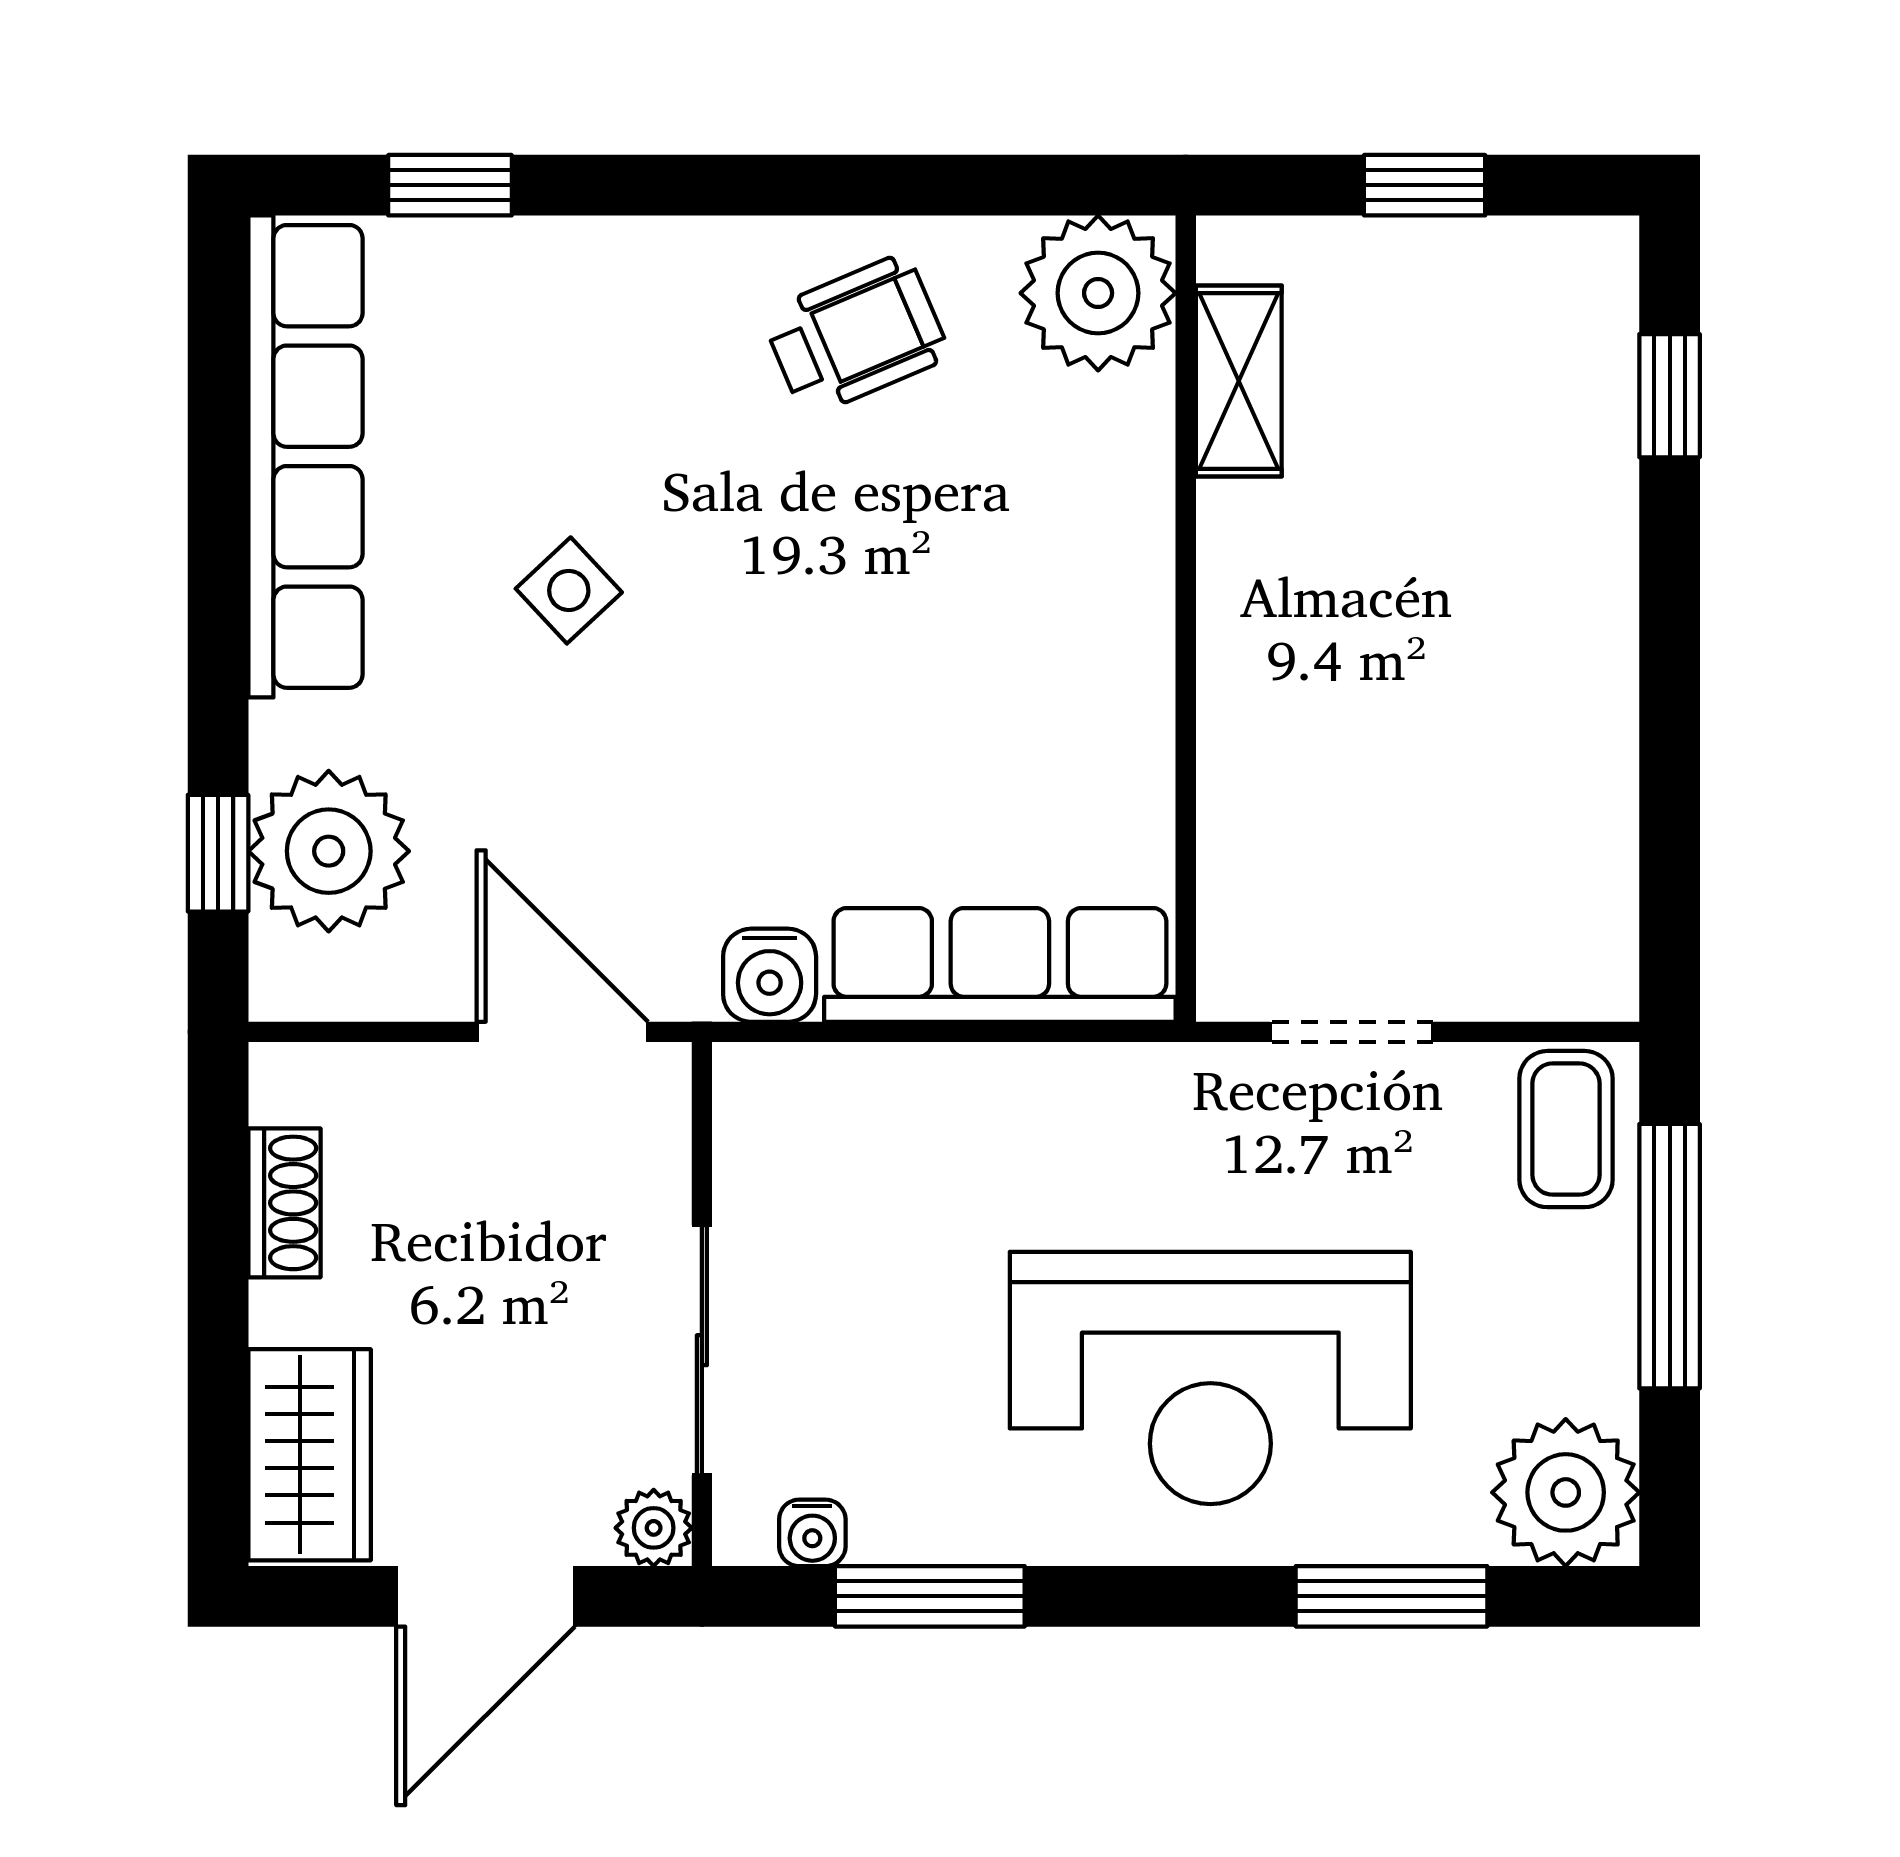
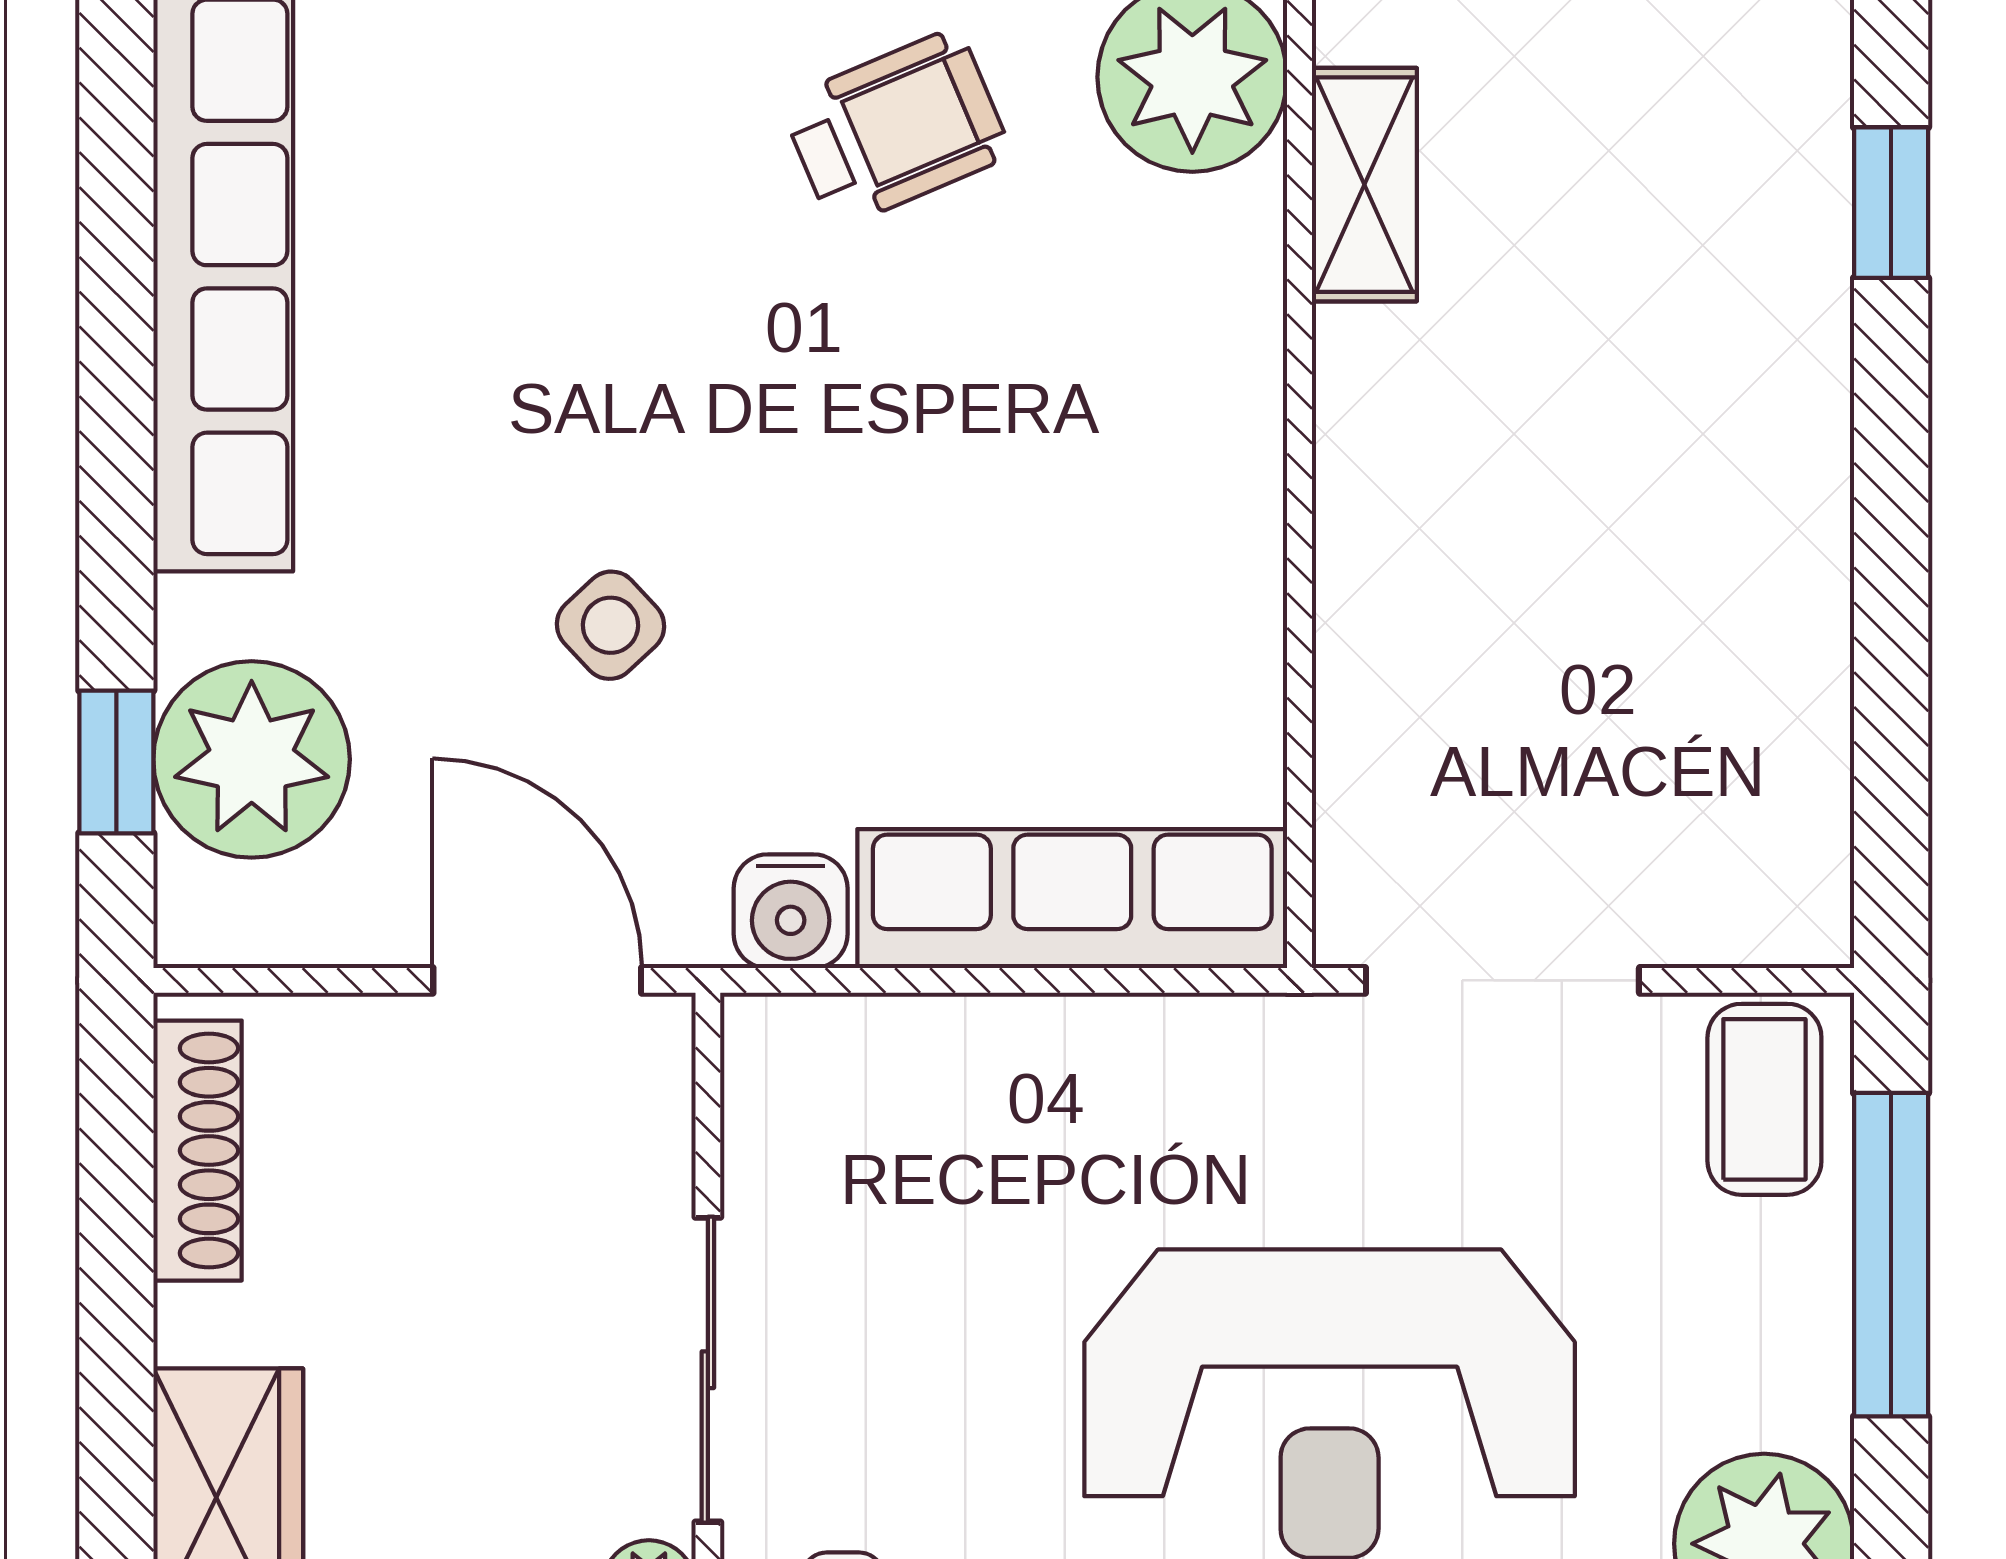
side table: (569, 590) -> (611, 625), moved
doorway: (1352, 1032) -> (1502, 980), width x1.38
shoe rack: (284, 1203) -> (197, 1151), width x1.43

